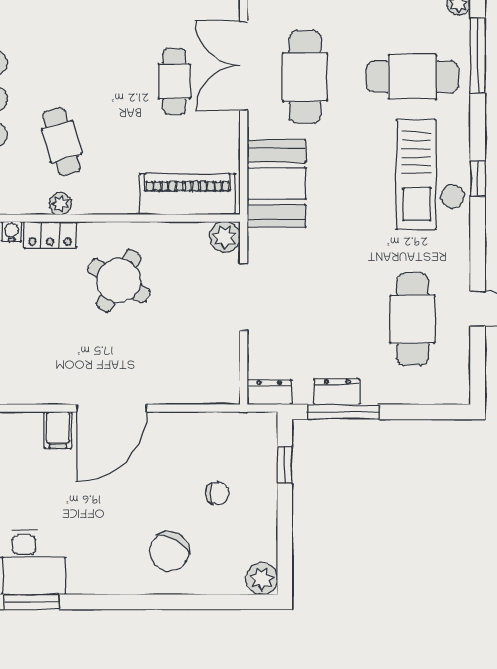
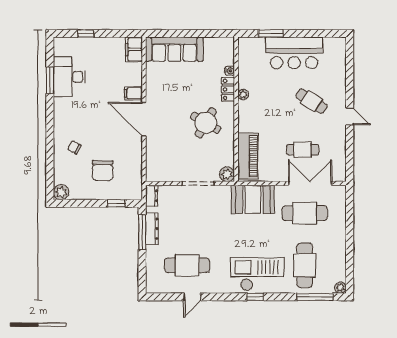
cafe table: (62, 142) -> (312, 101), moved, turned 49
dresser: (337, 392) -> (152, 229), width x1.44
chair: (217, 493) -> (103, 171), width x1.87, depth x1.87
chair: (169, 552) -> (74, 147), width x0.54, depth x0.54

